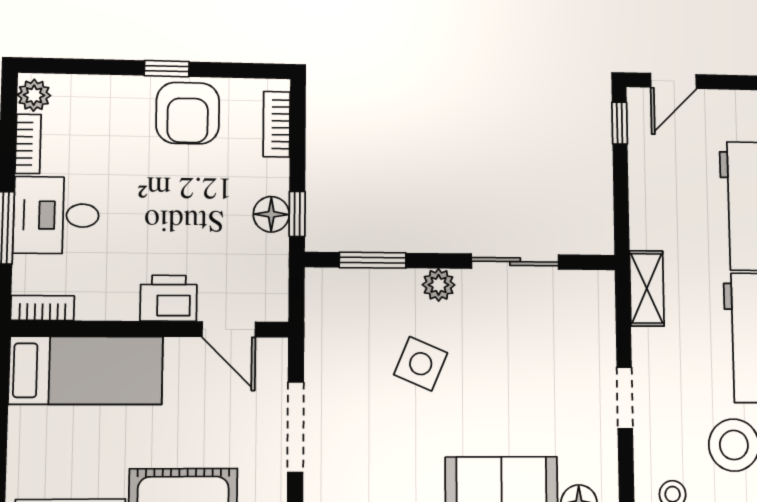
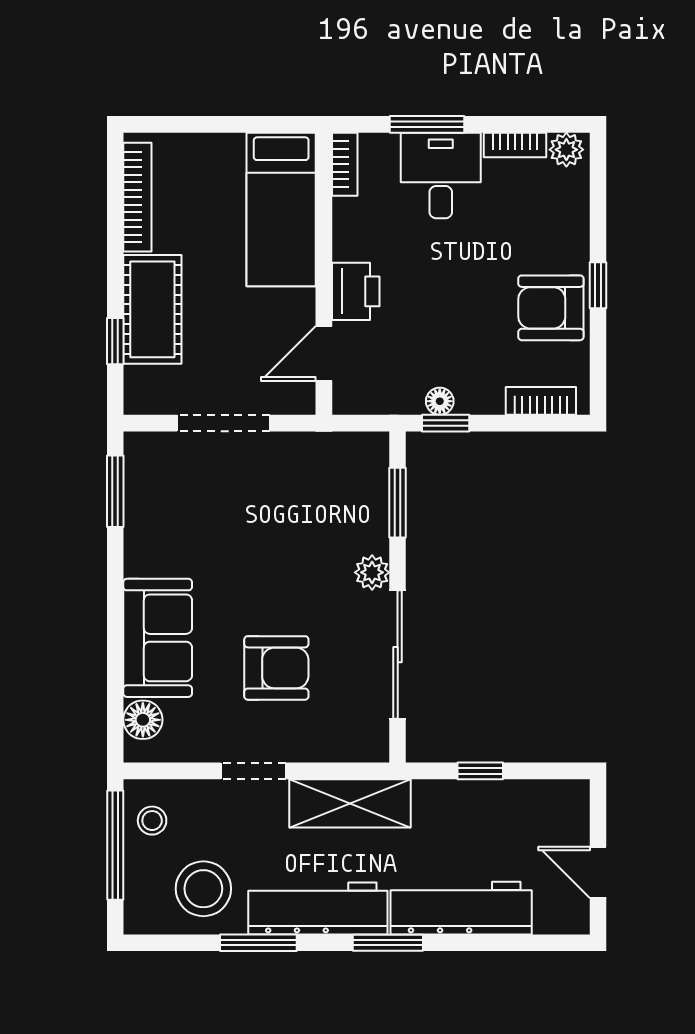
door: (673, 81) -> (598, 872), moved
window: (620, 123) -> (480, 771), moved
floor lamp: (271, 214) -> (440, 401), width x0.73, depth x0.73
sliding door: (515, 262) -> (398, 655), width x1.37
shelving: (647, 288) -> (350, 803), width x1.50, depth x1.33
side table: (421, 364) -> (289, 553), removed
armchair: (529, 376) -> (276, 668), added

